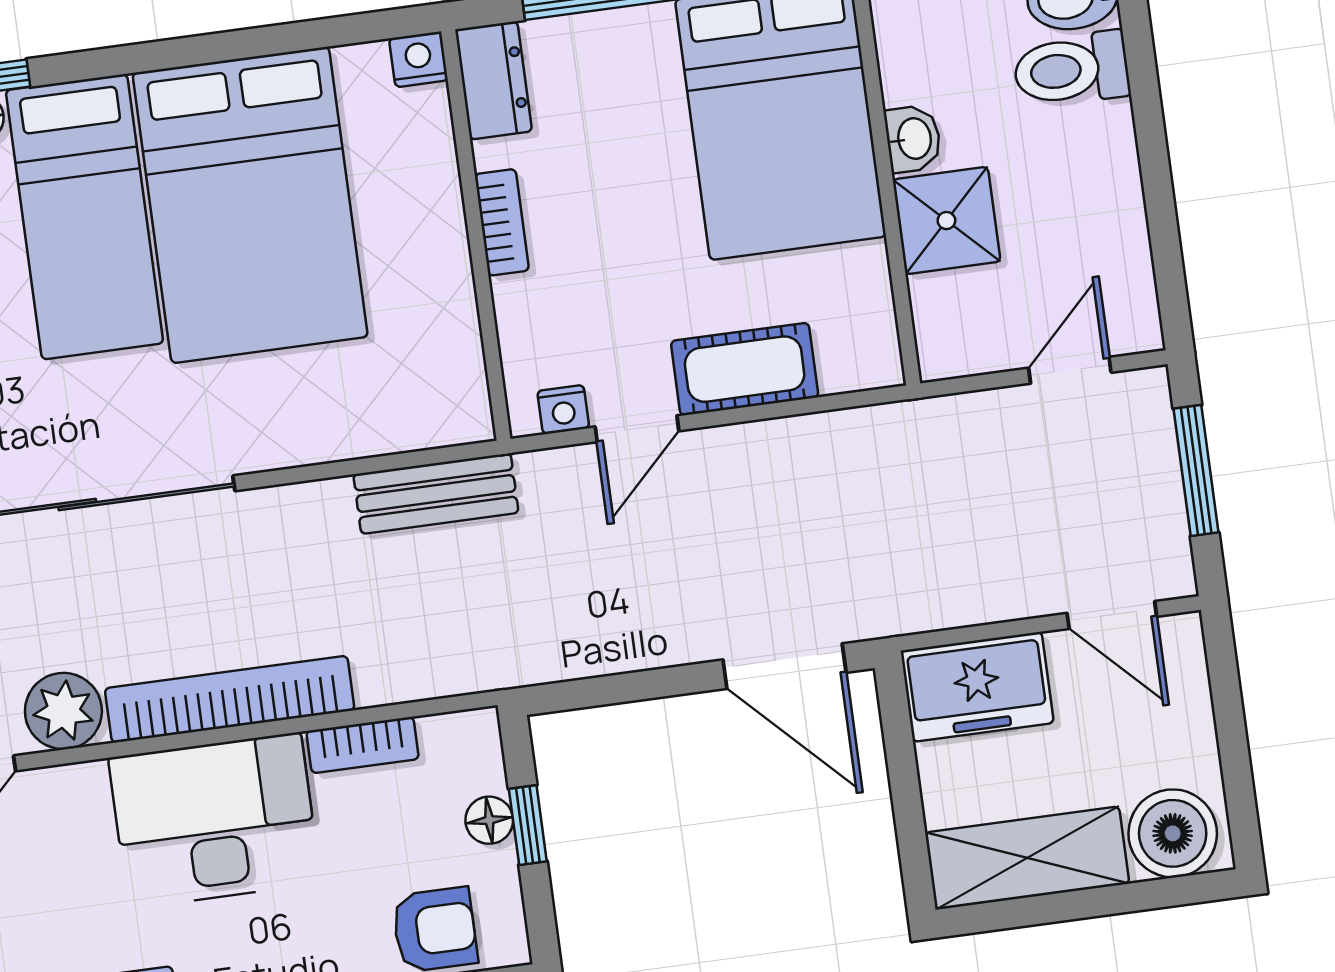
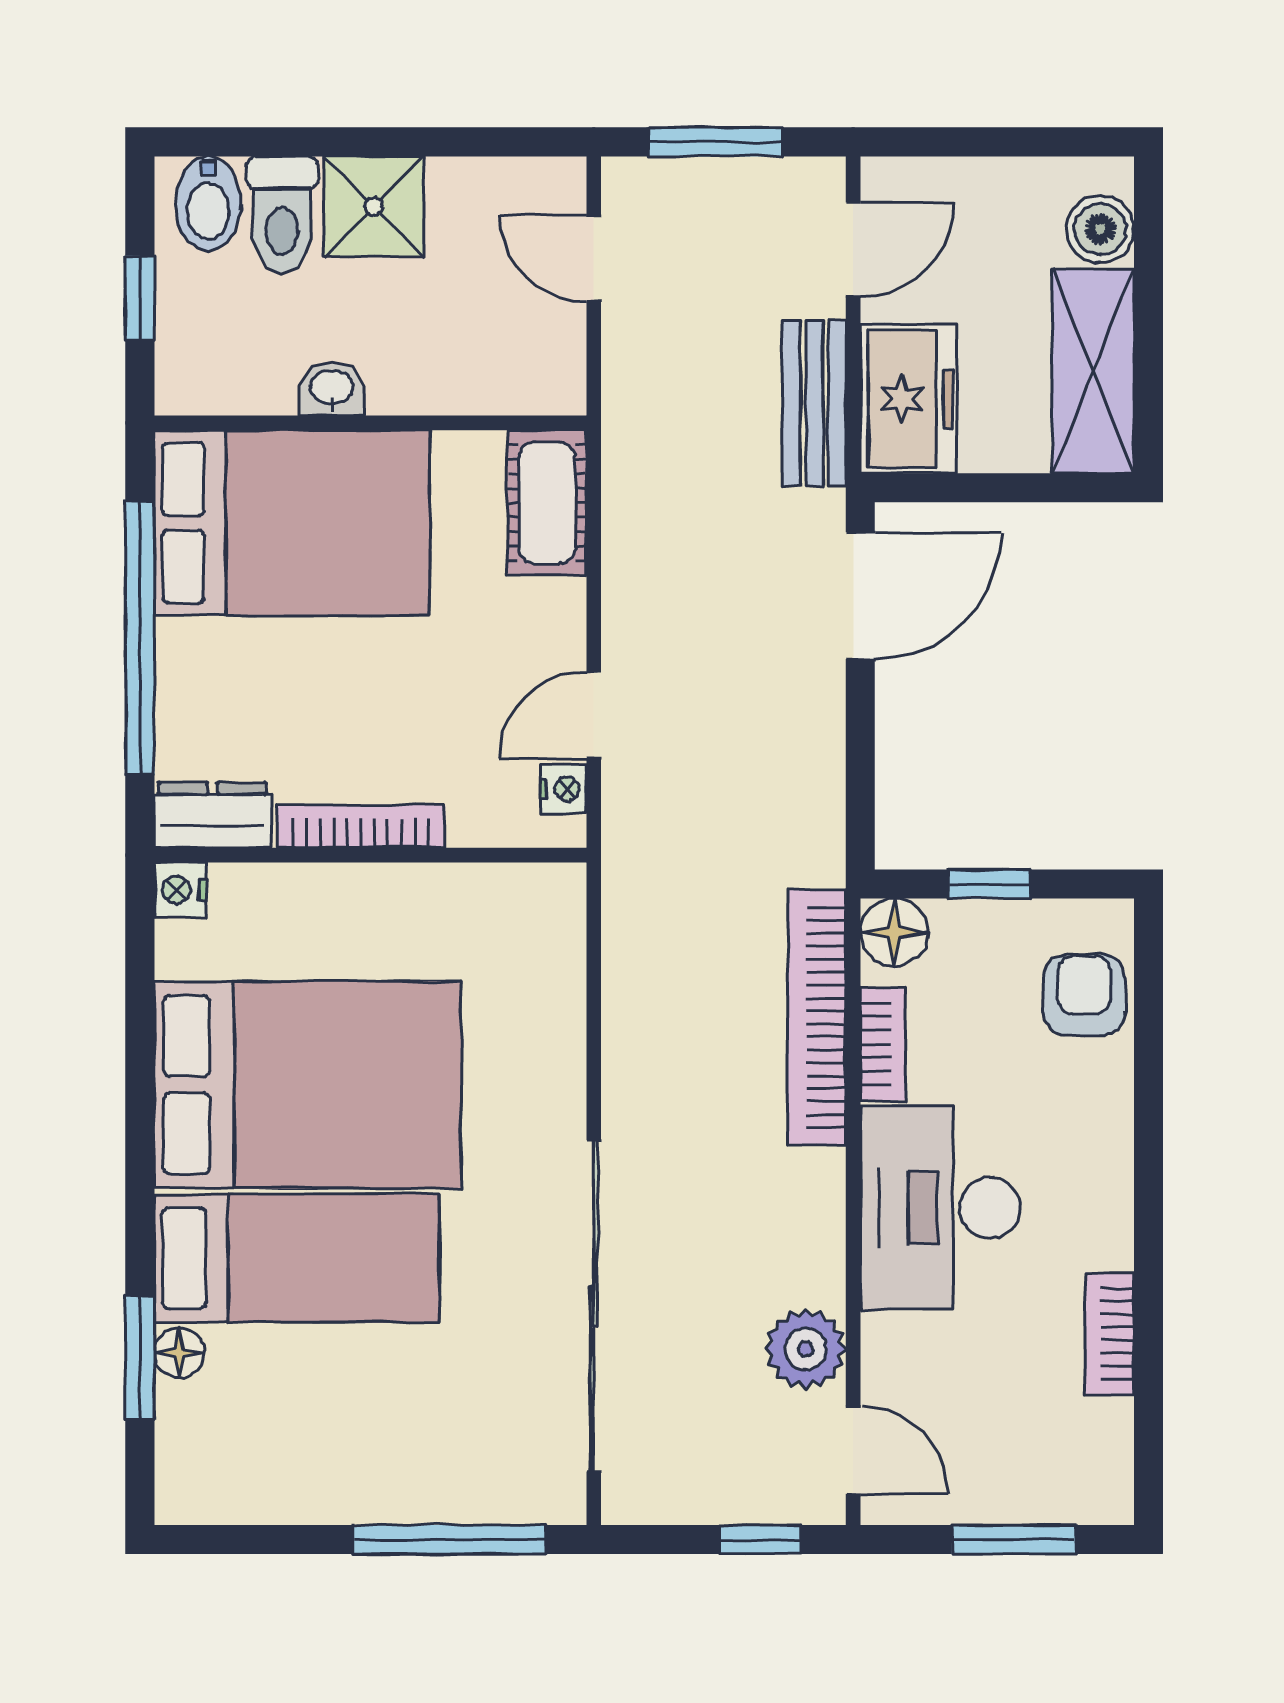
shower: (946, 221) -> (374, 207), moved
bookcase: (502, 222) -> (361, 826), width x1.56
cot: (745, 369) -> (547, 503), moved
door: (637, 429) -> (594, 715), swing flipped
bench: (436, 494) -> (814, 403), moved
bookcase: (230, 699) -> (817, 1018), moved
floor lamp: (489, 820) -> (894, 932), moved, width x1.37, depth x1.37
boiler: (1173, 833) -> (1100, 229), width x0.73, depth x0.73

